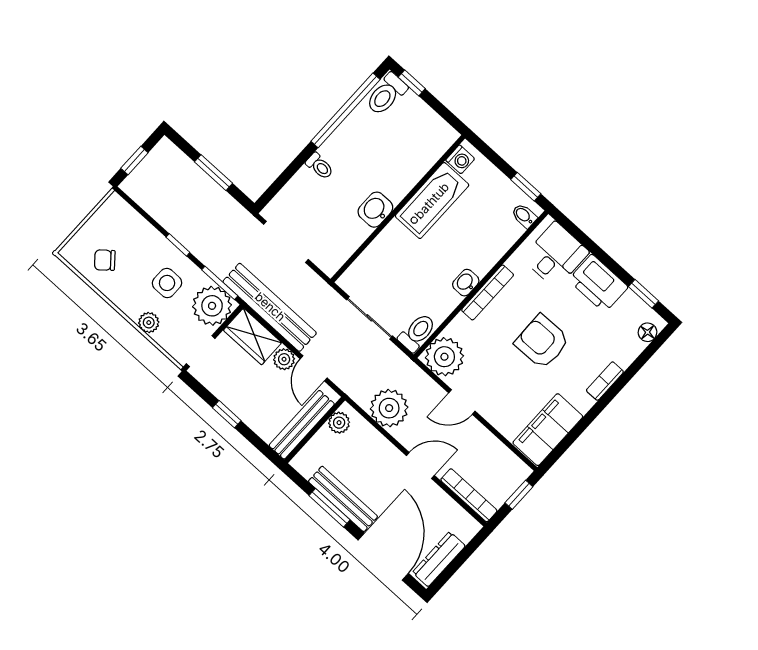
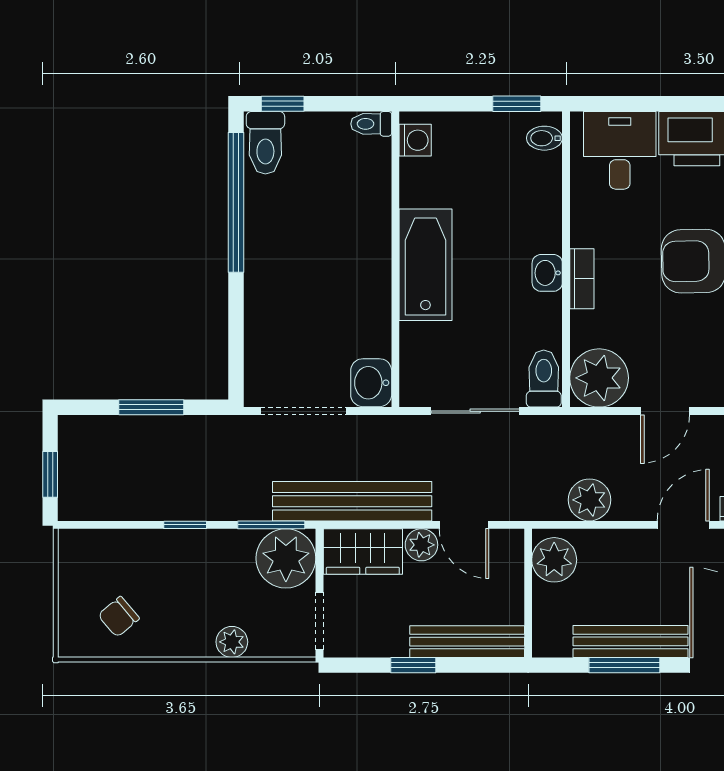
toilet: (320, 166) -> (371, 124), moved, turned 180
bathtub: (432, 201) -> (425, 265), moved
washbasin: (375, 210) -> (371, 383), moved
side table: (167, 283) -> (212, 579), removed
bookcase: (488, 292) -> (582, 279), width x0.64
plant: (389, 408) -> (589, 500), width x0.73, depth x0.73
plant: (339, 423) -> (554, 560), width x1.38, depth x1.38
bench: (302, 425) -> (467, 642), moved, turned 90

